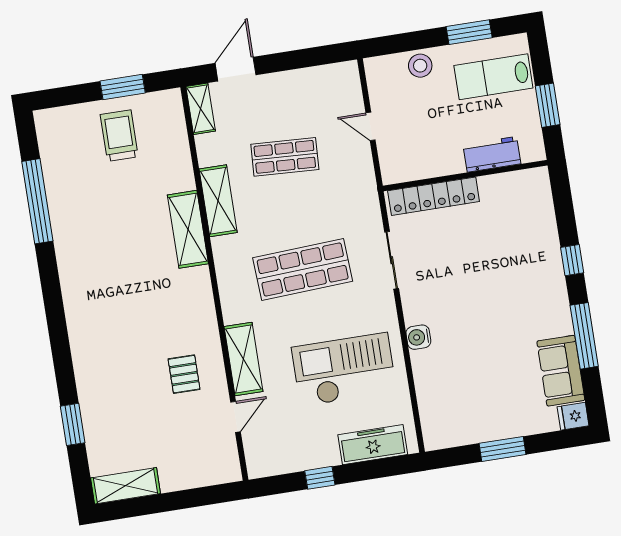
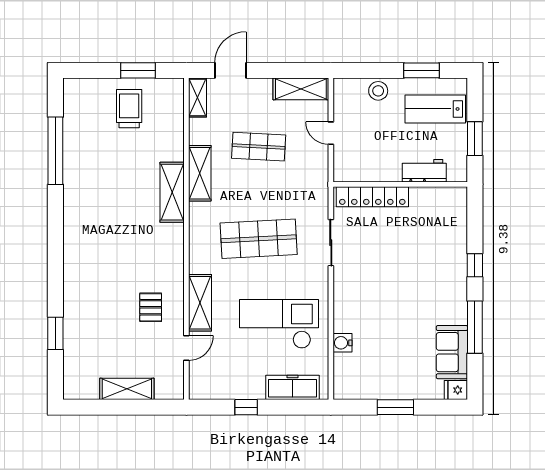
shelving: (325, 78) -> (301, 89), added
water cooler: (418, 337) -> (342, 343), moved
shelving: (125, 486) -> (127, 389), moved

